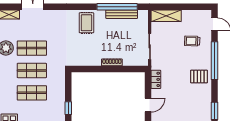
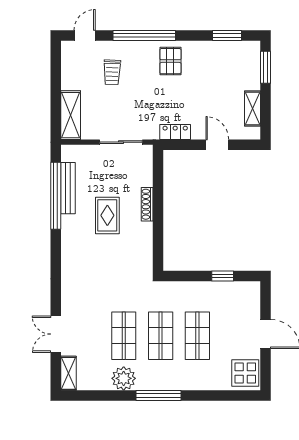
rug: (86, 23) -> (107, 215), moved, turned 90

